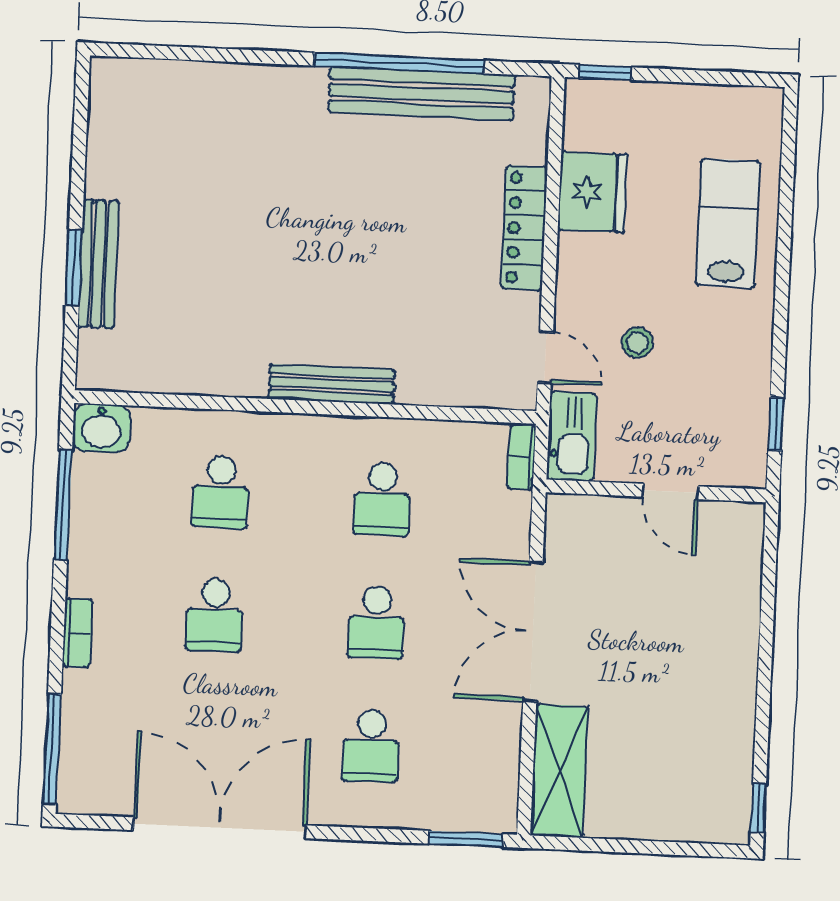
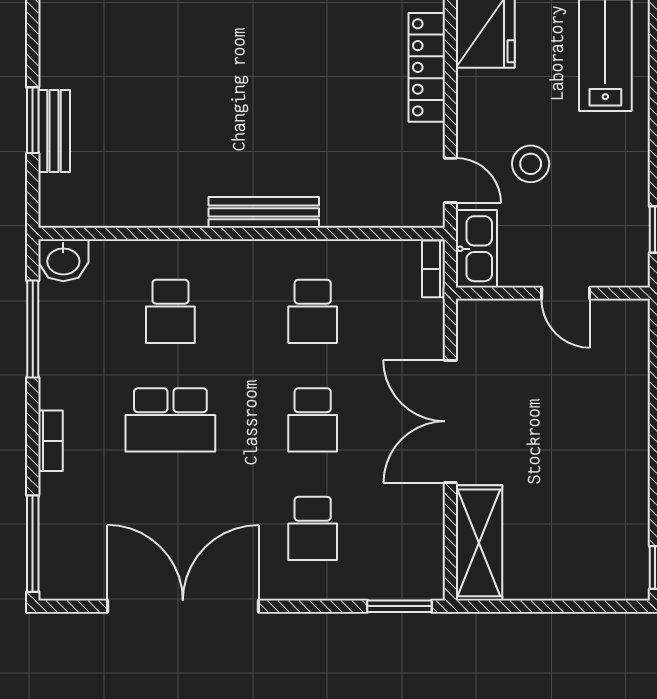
bench: (98, 264) -> (54, 131), width x0.73
stool: (637, 343) -> (531, 164), width x1.37, depth x1.37
school desk: (215, 615) -> (170, 420), width x1.85

